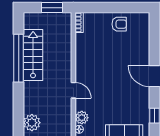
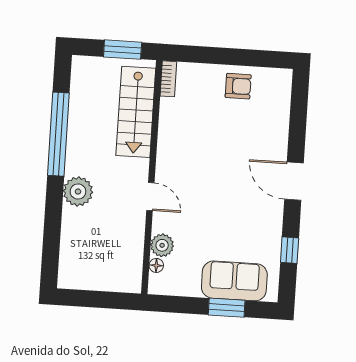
stairs: (33, 55) -> (136, 112), moved, turned 180
plant: (32, 123) -> (78, 192), moved

